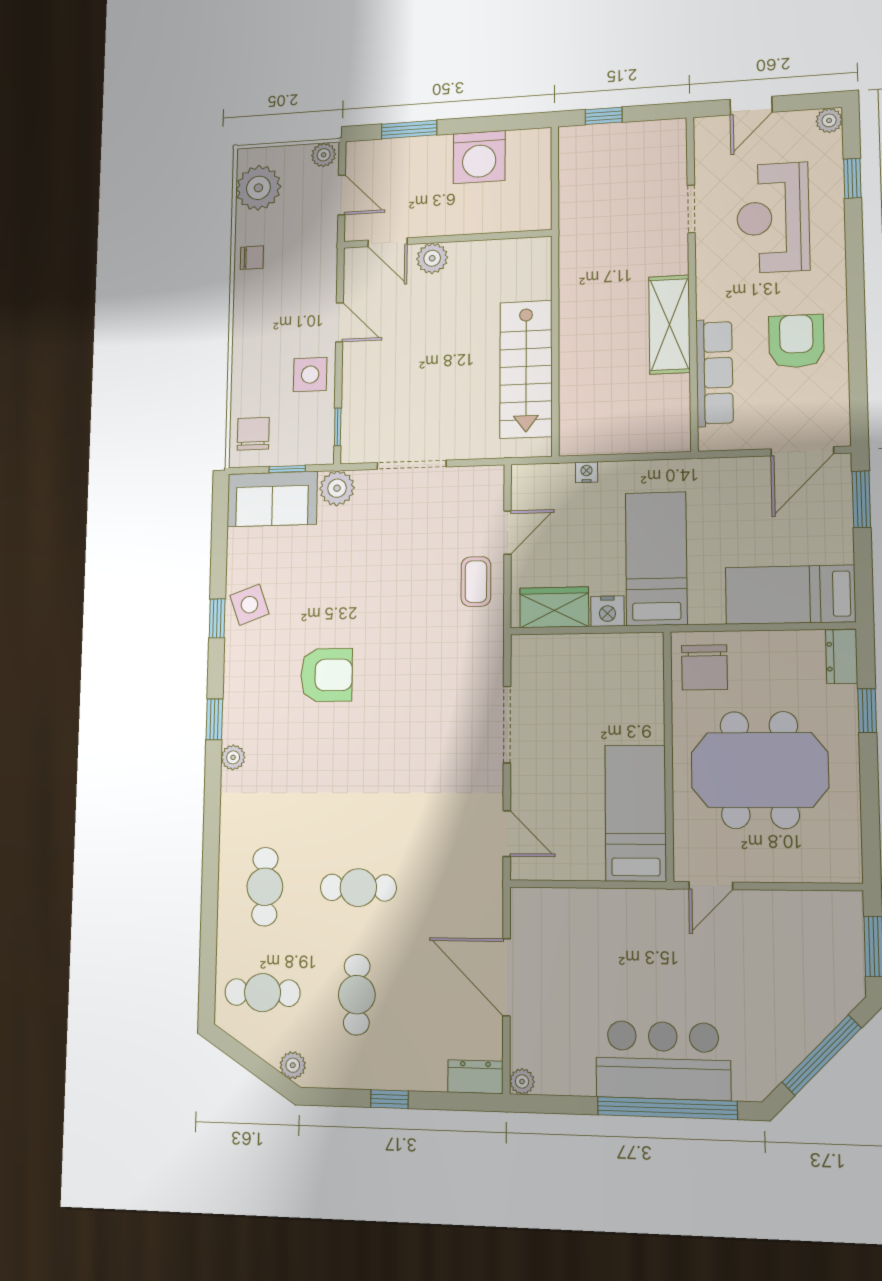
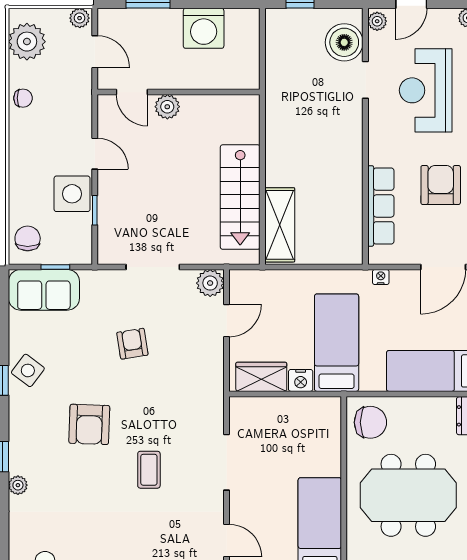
plant: (706, 133) -> (377, 21), added
boiler: (662, 163) -> (344, 42), added
shelving: (669, 325) -> (280, 225), moved
side table: (310, 375) -> (72, 194), width x1.37, depth x1.37
window: (338, 427) -> (95, 210), moved
nightstand: (587, 472) -> (381, 277), moved
plant: (337, 488) -> (210, 283), moved
armchair: (384, 566) -> (132, 344), added
coffee table: (476, 582) -> (149, 470), moved
side table: (249, 605) -> (28, 370), turned -33
chair: (704, 667) -> (370, 422), turned -90
armchair: (326, 675) -> (89, 424), turned 92

